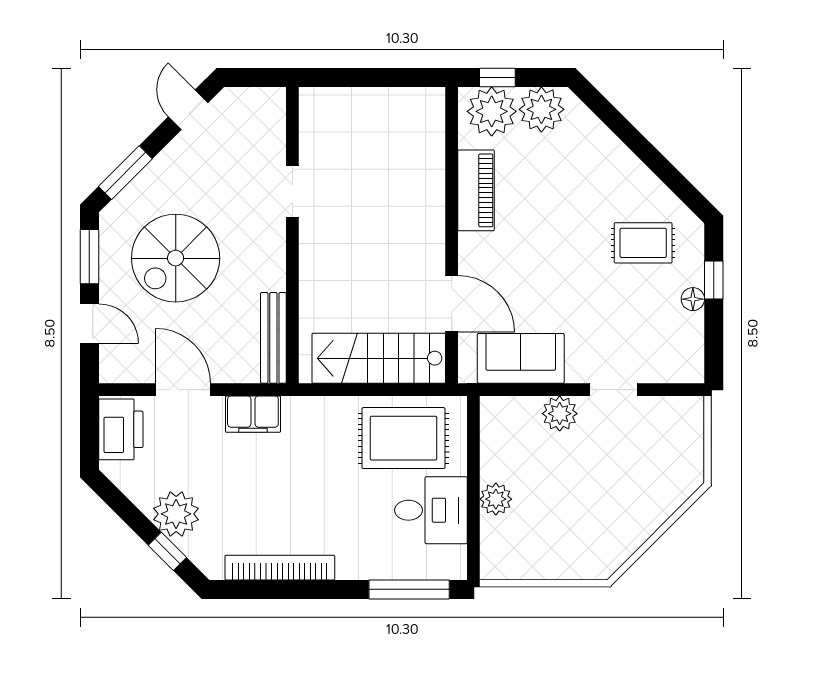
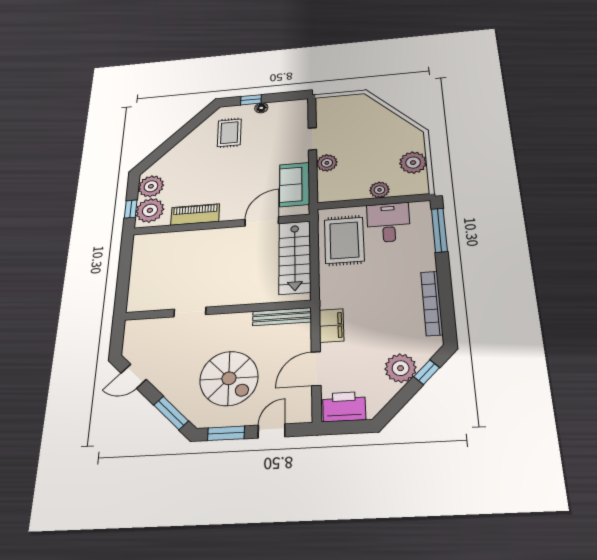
plant: (545, 557) -> (413, 163), added

